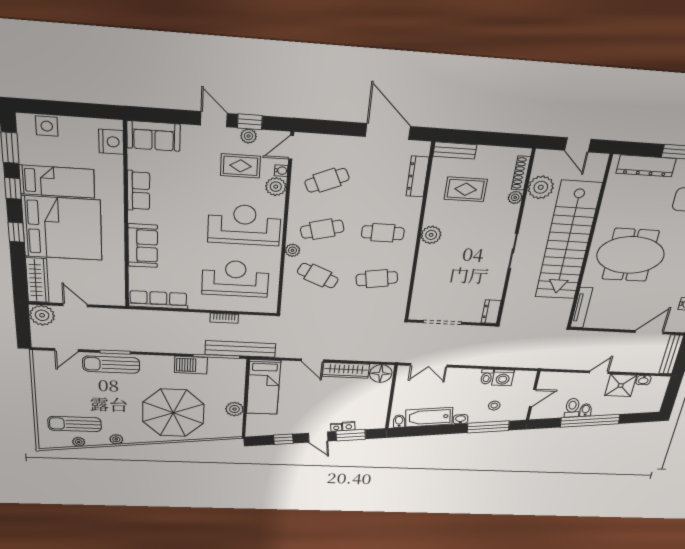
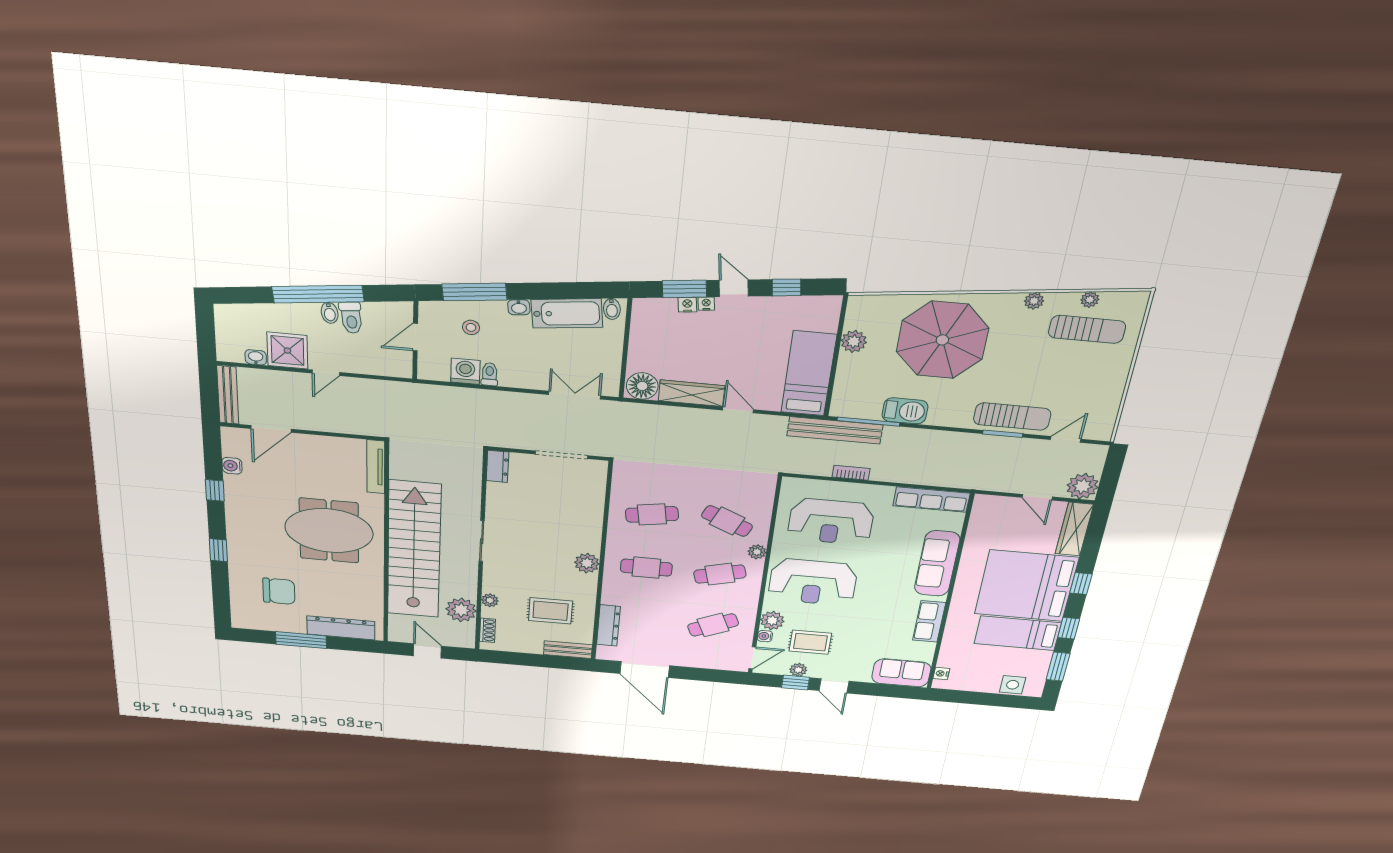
nightstand: (111, 142) -> (941, 674), width x0.53, depth x0.56
shoe rack: (521, 173) -> (487, 630), width x0.70
sofa: (143, 246) -> (937, 563), width x1.36

